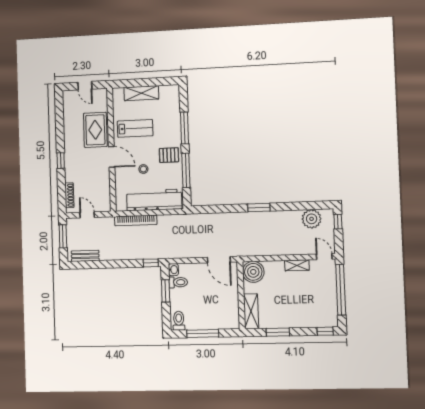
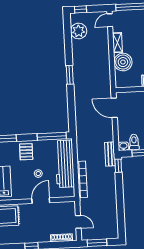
door: (112, 157) -> (41, 201), moved
window: (186, 170) -> (52, 136), moved
door: (87, 215) -> (78, 222), swing flipped
bench: (85, 256) -> (110, 154), moved
door: (219, 260) -> (114, 108), swing flipped
boiler: (253, 272) -> (123, 62), moved

